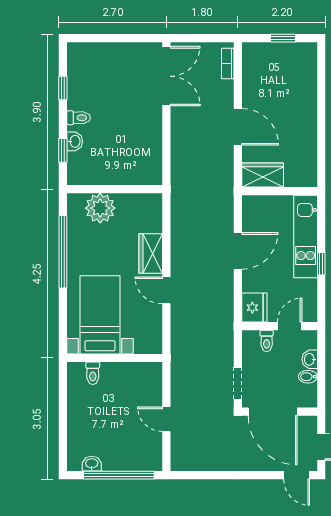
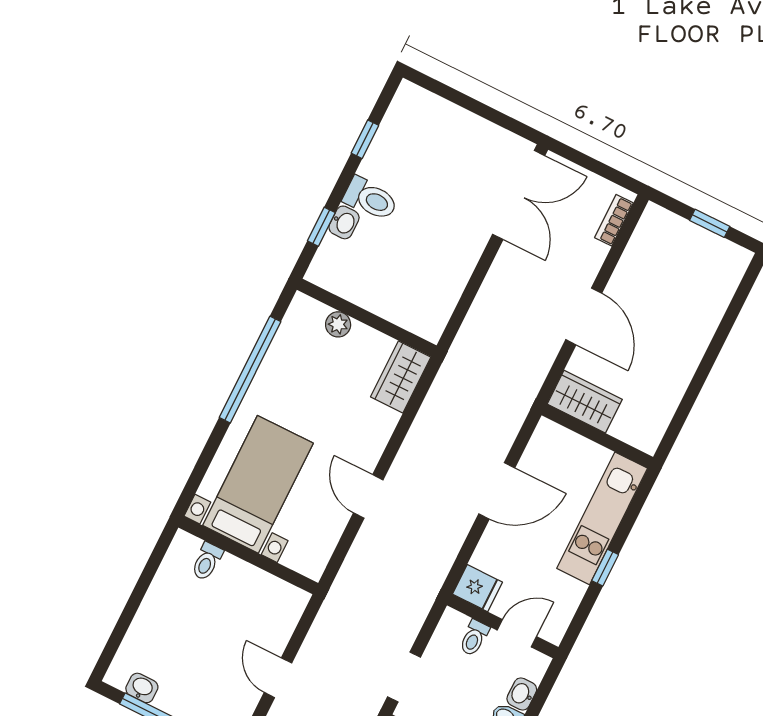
toilet: (79, 118) -> (371, 199), width x1.37, depth x1.39
plant: (100, 208) -> (338, 324), width x0.53, depth x0.53
wardrobe: (151, 254) -> (401, 377), moved
fridge: (254, 308) -> (477, 588), width x0.72

